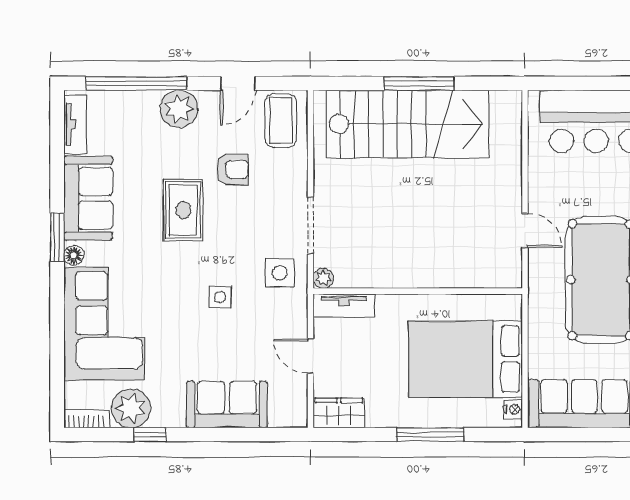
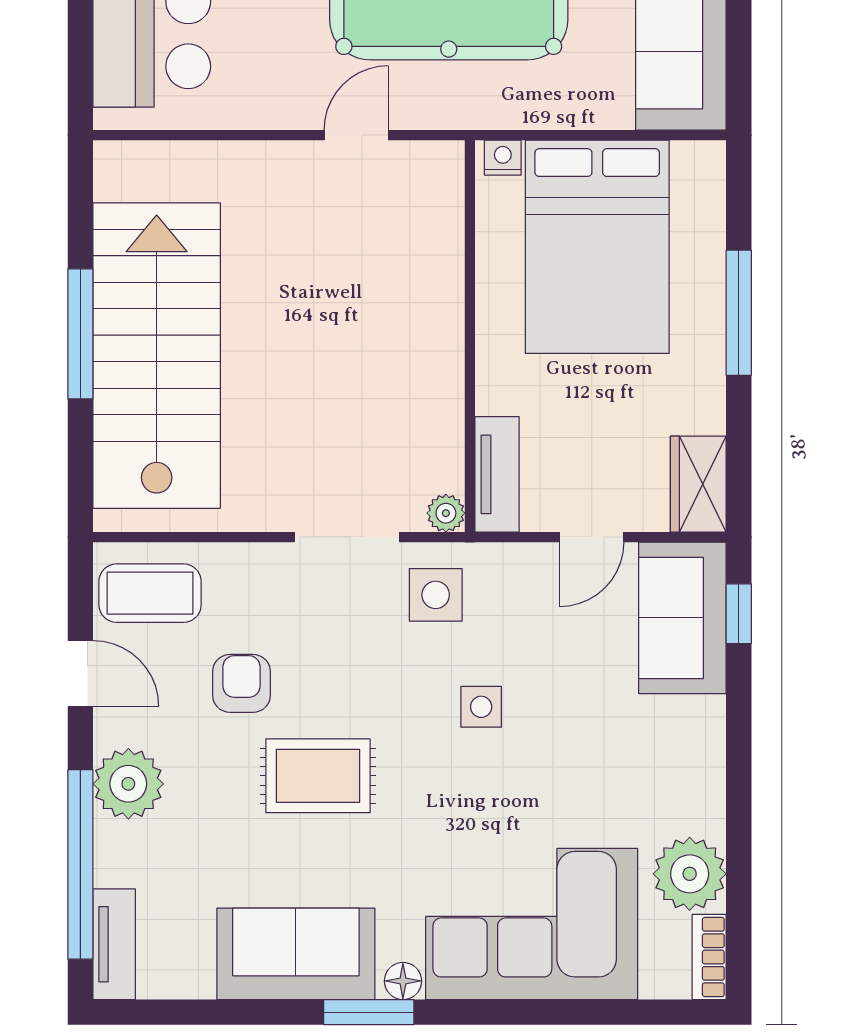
tv unit: (75, 124) -> (114, 944), moved, turned 90
sofa: (227, 404) -> (682, 618), moved
nightstand: (513, 409) -> (503, 158), moved
window: (150, 435) -> (739, 614), moved

